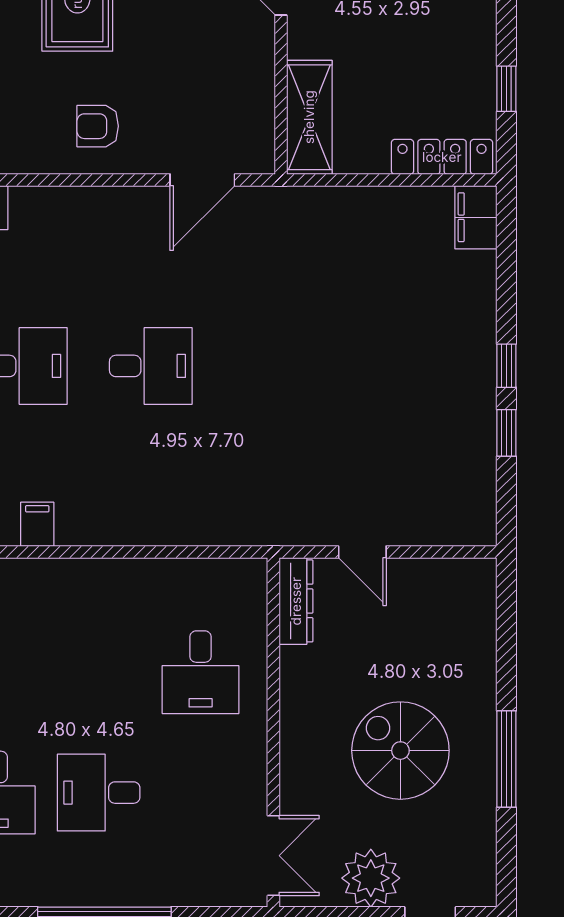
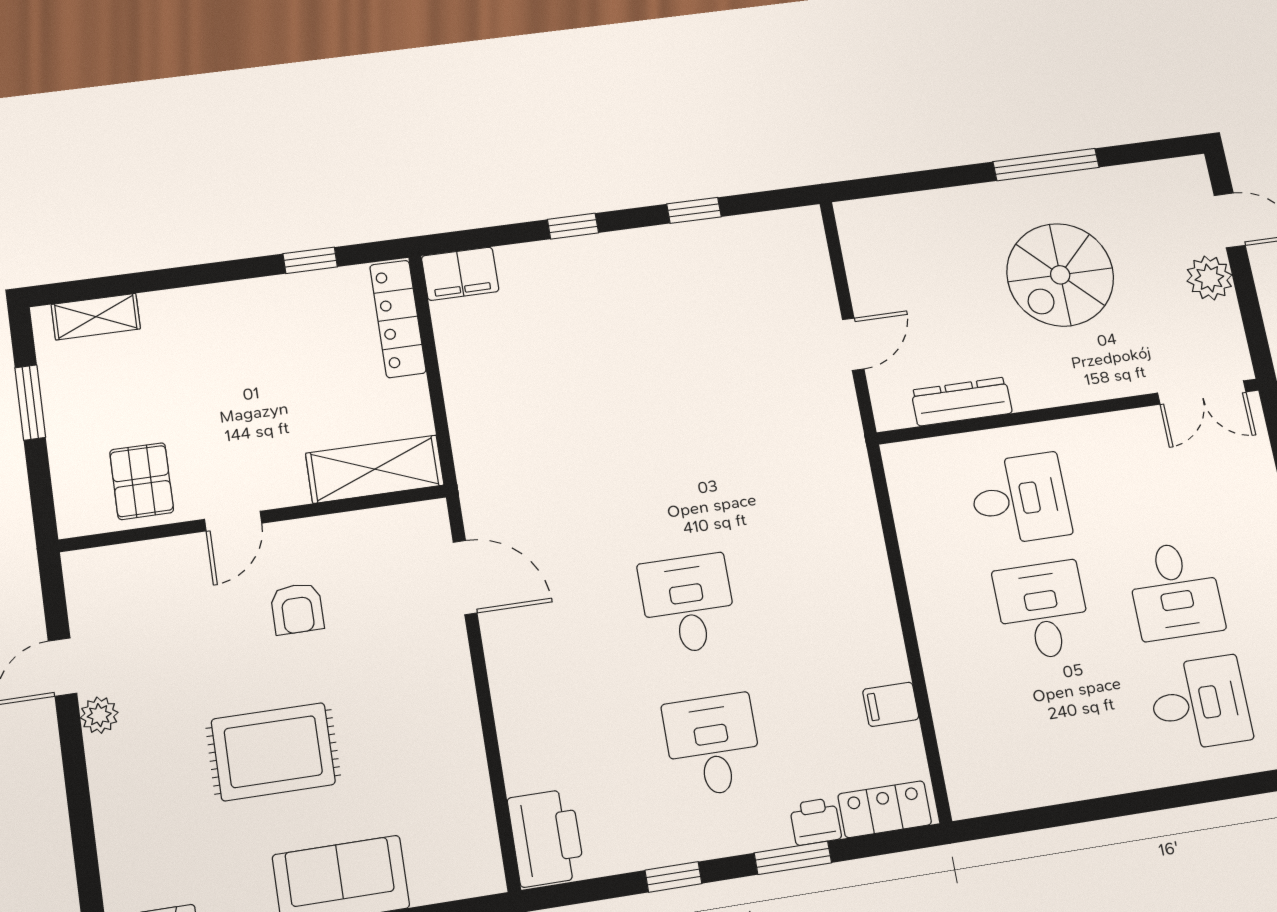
armchair: (98, 126) -> (297, 609), moved
window: (506, 366) -> (573, 226), moved
dresser: (296, 601) -> (962, 402), moved
desk: (99, 672) -> (1043, 611), added
double door: (273, 856) -> (1202, 392), swing flipped
plant: (371, 878) -> (1209, 278), width x0.73, depth x0.73

